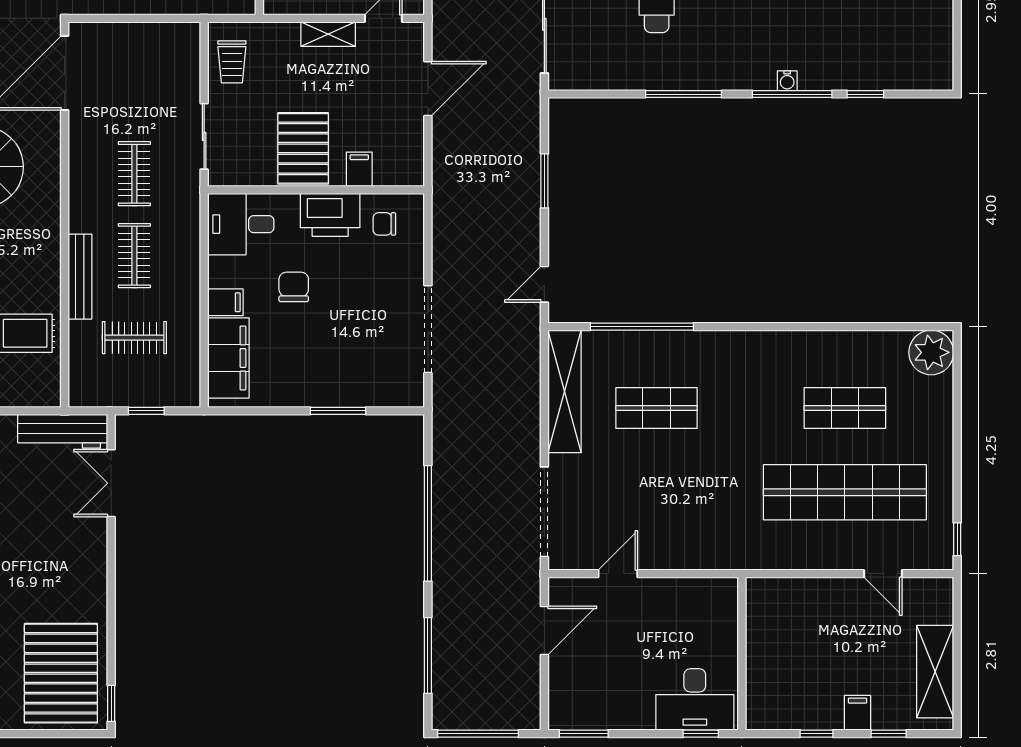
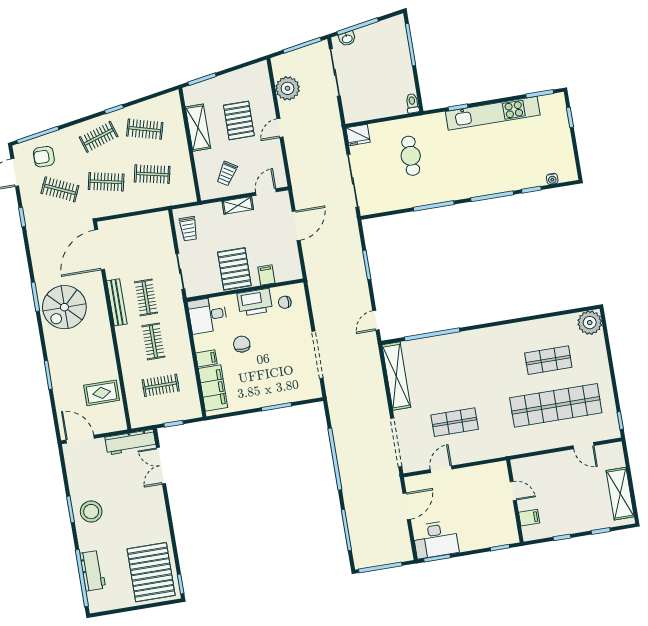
water cooler: (787, 81) -> (552, 179), moved
bench: (80, 277) -> (117, 302), moved
shop shelf: (656, 408) -> (455, 422), moved
door: (742, 635) -> (513, 491), added
desk: (695, 699) -> (436, 539), moved
filing cabinet: (858, 713) -> (529, 518), moved, turned 90

